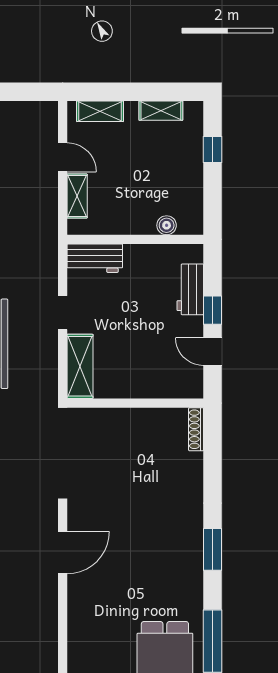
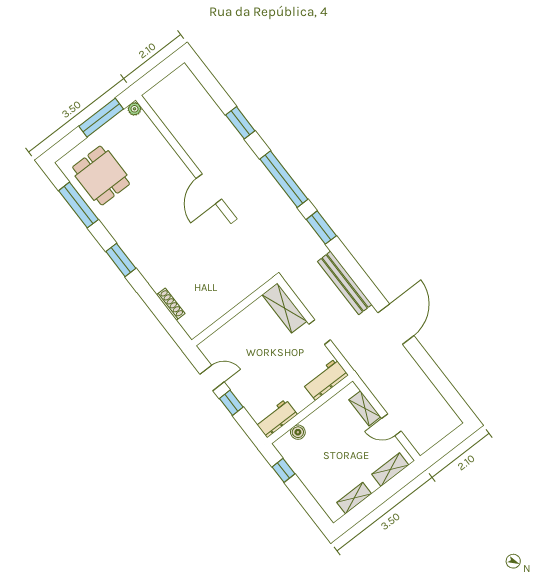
window: (213, 149) -> (283, 470), moved
workbench: (190, 289) -> (276, 418), moved, turned -90
shoe rack: (196, 429) -> (171, 304), moved

